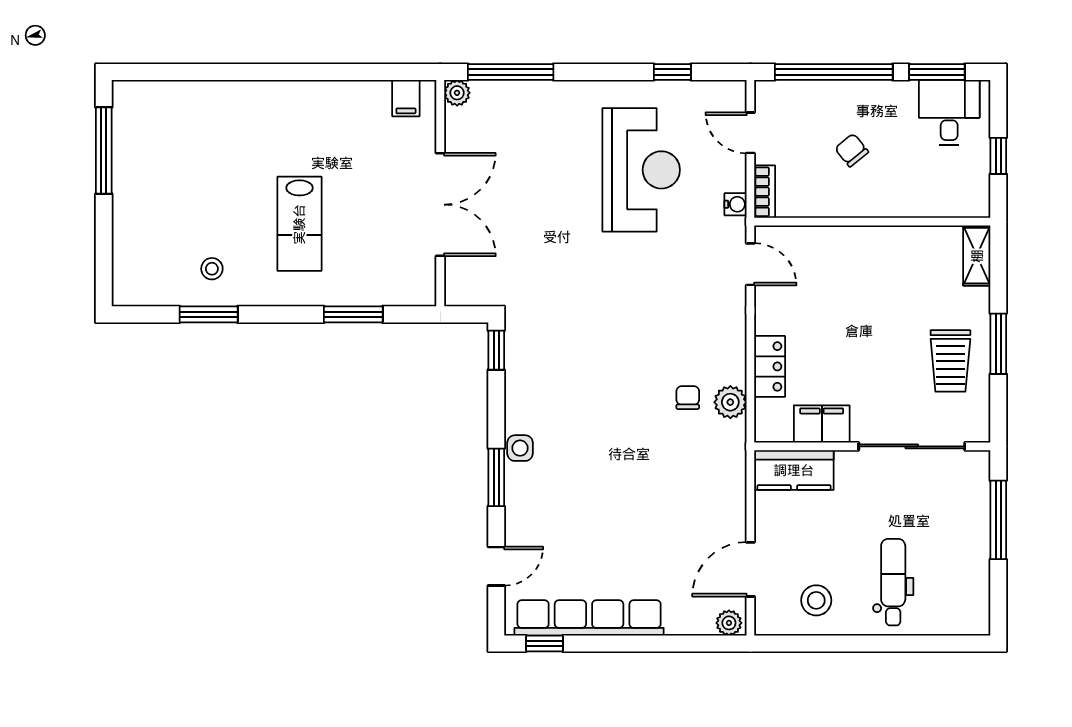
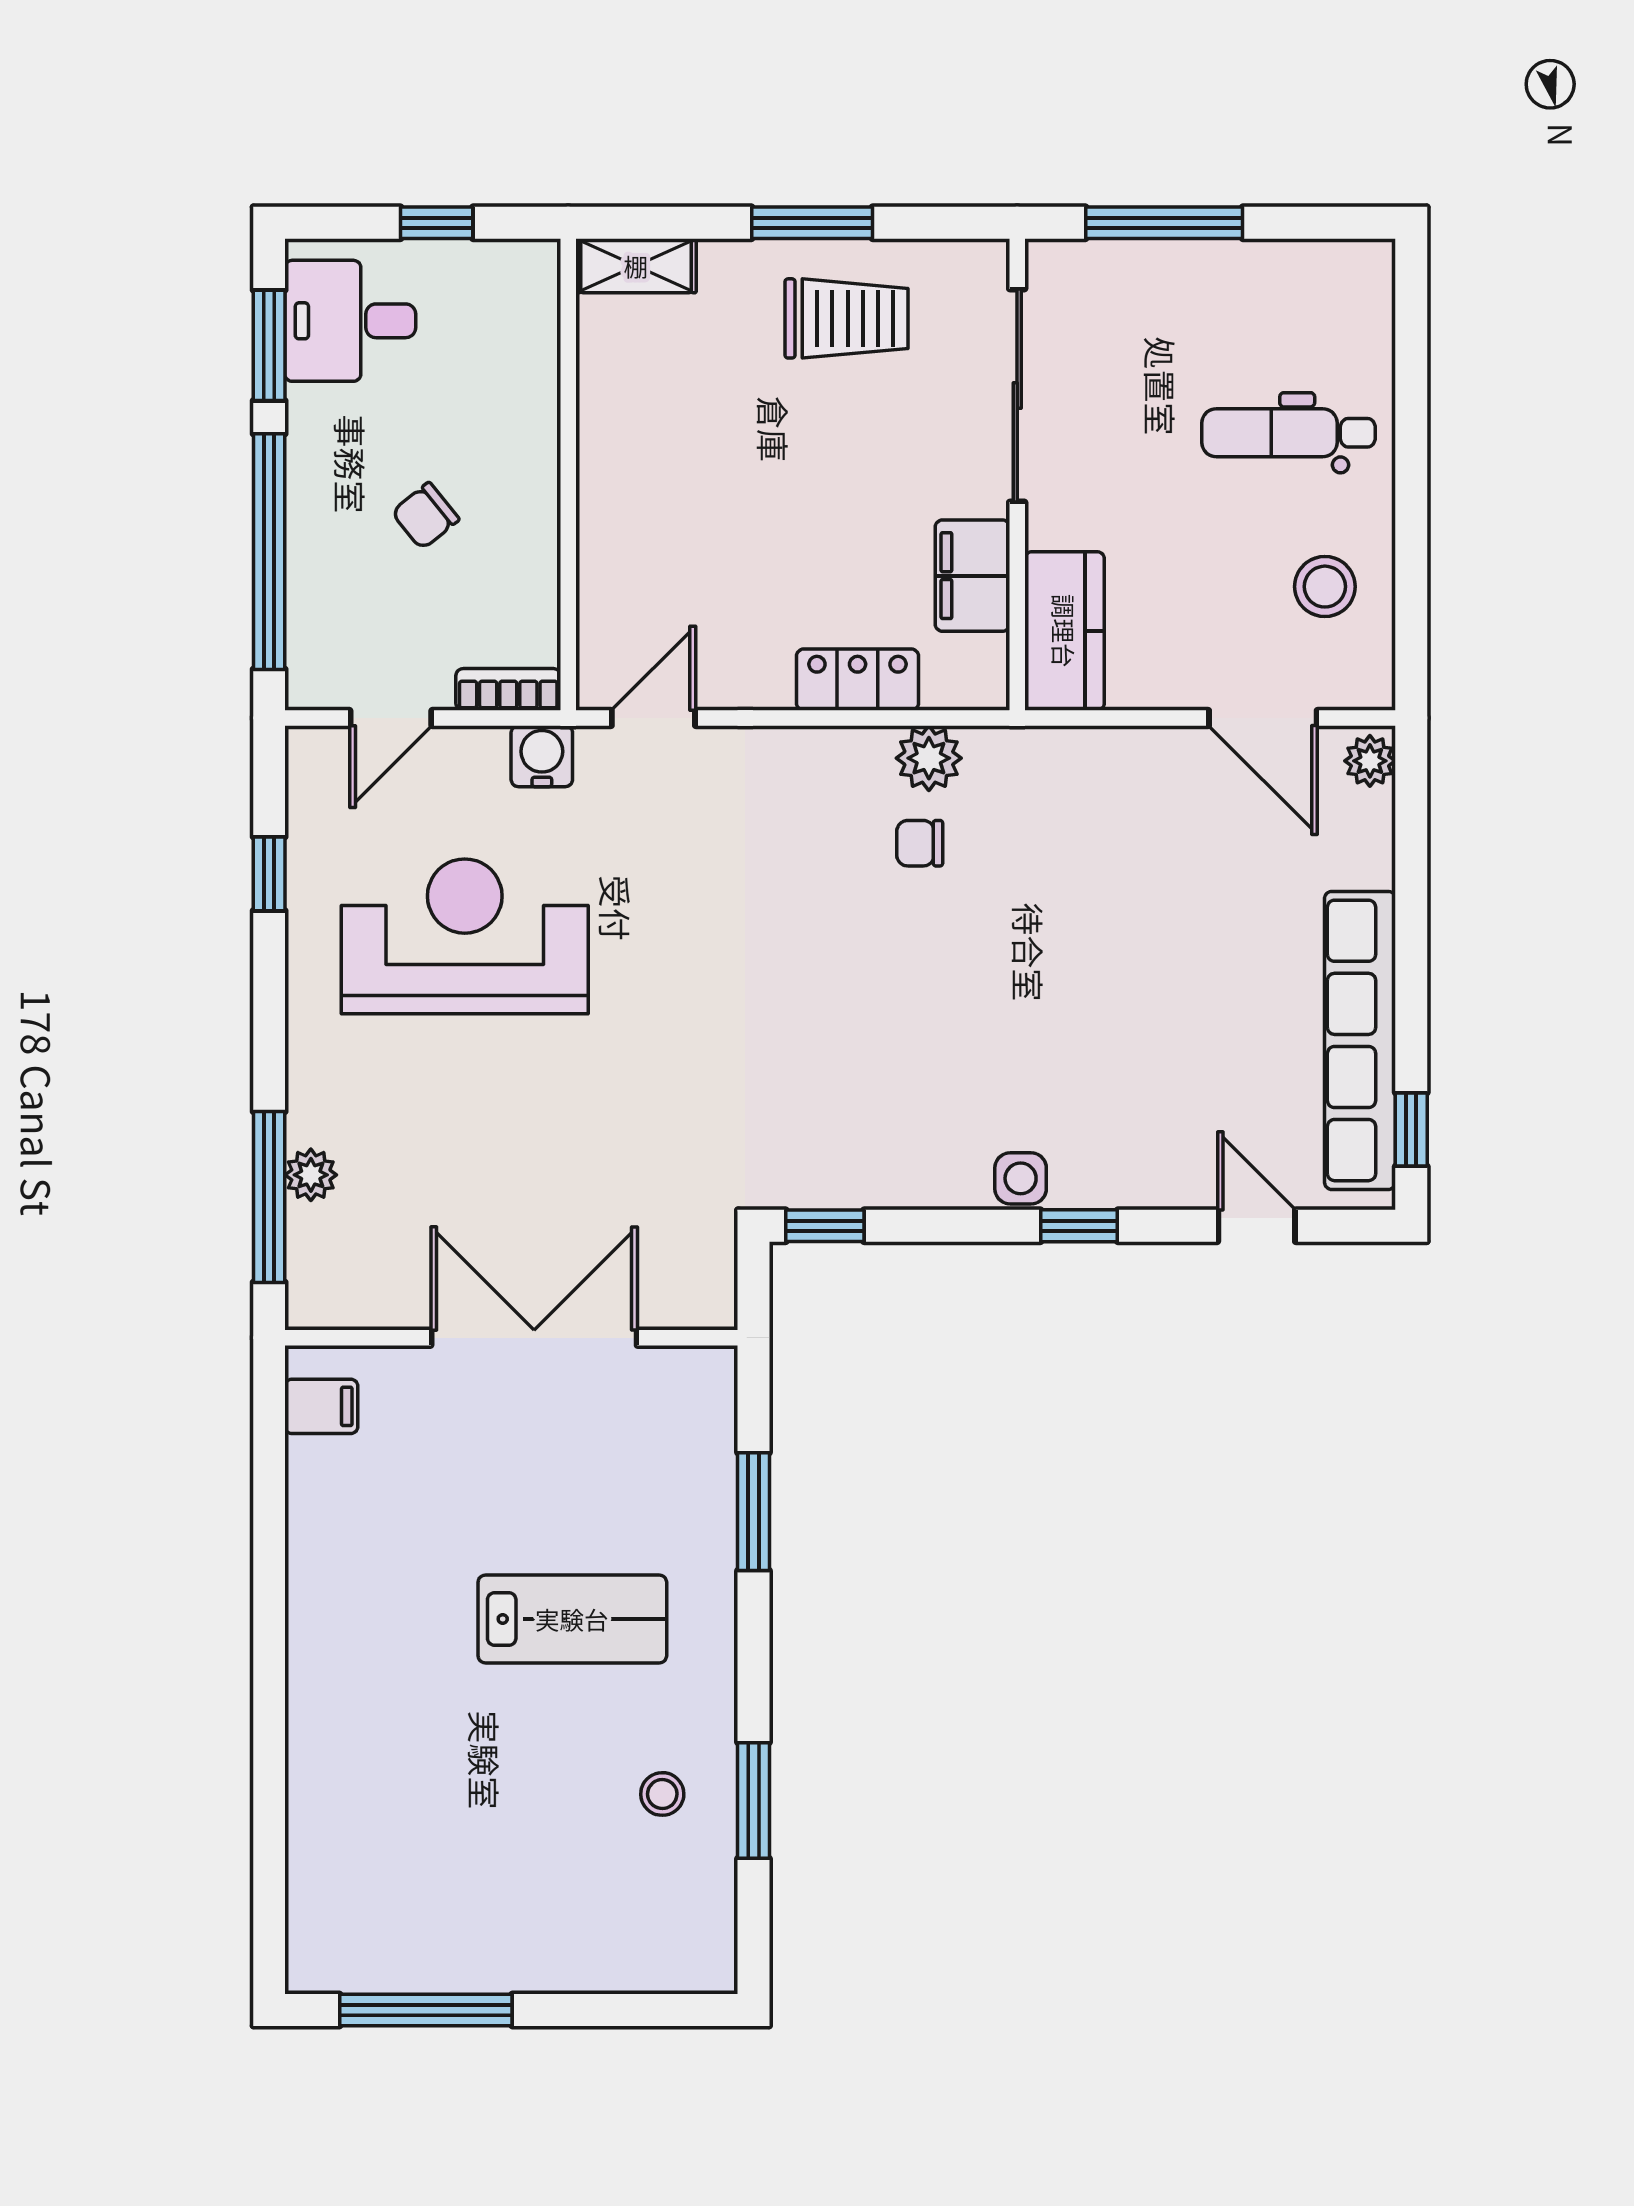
plant: (457, 93) -> (311, 1175), moved
water cooler: (736, 204) -> (542, 756), width x1.38, depth x1.38
window: (496, 477) -> (1079, 1226), width x0.67

